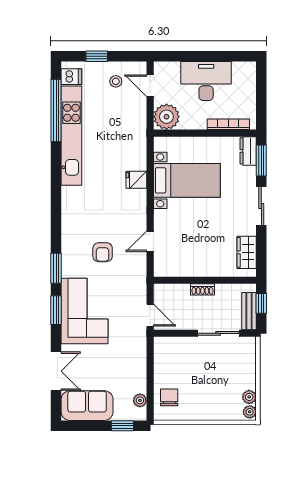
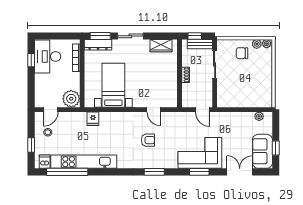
window: (225, 56) -> (31, 60), added
desk: (206, 81) -> (48, 57), moved
dresser: (248, 151) -> (98, 45), width x1.44
fridge: (136, 180) -> (93, 119), moved
armchair: (103, 252) -> (148, 140), moved
window: (56, 268) -> (154, 172), moved
door: (150, 315) -> (203, 110), swing flipped
chair: (169, 397) -> (242, 53), moved
window: (122, 426) -> (276, 148), moved

